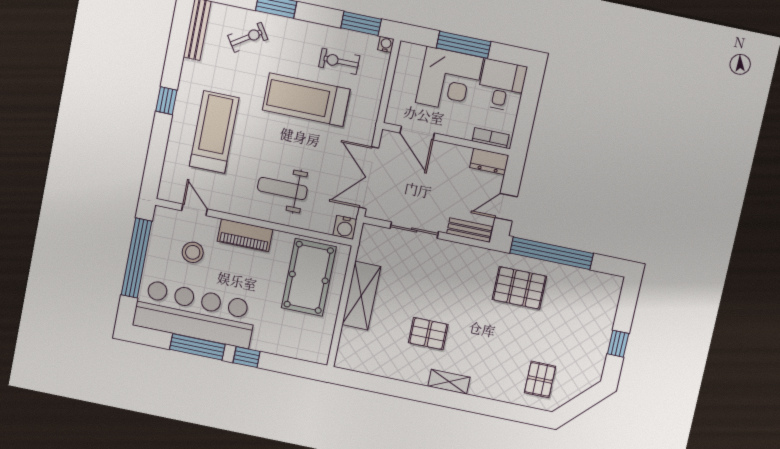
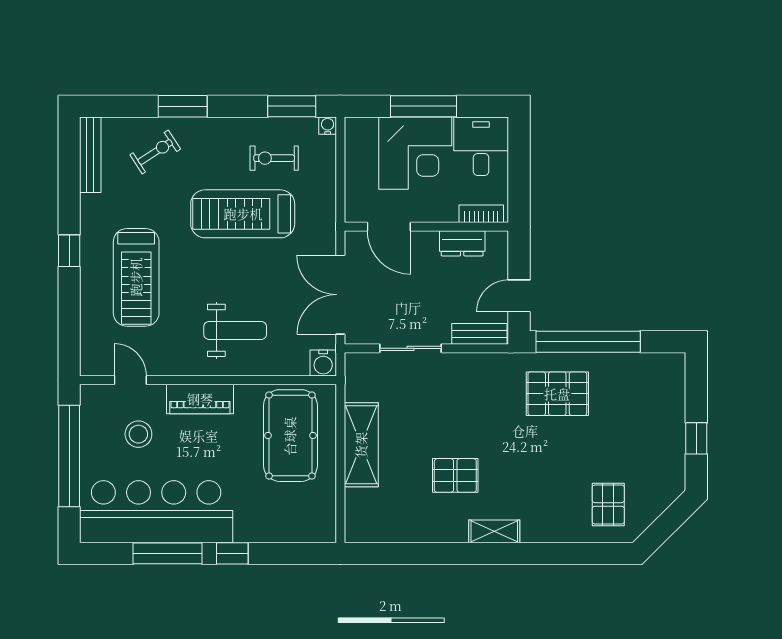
treadmill: (214, 132) -> (136, 277), turned 180
dresser: (489, 161) -> (462, 243), moved
weight bench: (282, 189) -> (235, 330), turned 180

